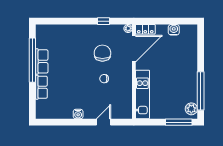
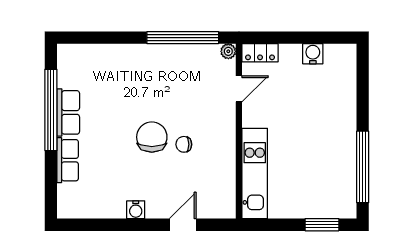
window: (104, 21) -> (183, 38), width x3.17
door: (134, 49) -> (239, 89), width x0.53
chair: (102, 53) -> (152, 137), moved
plant: (191, 109) -> (345, 200), removed
window: (179, 122) -> (322, 225), width x0.69

